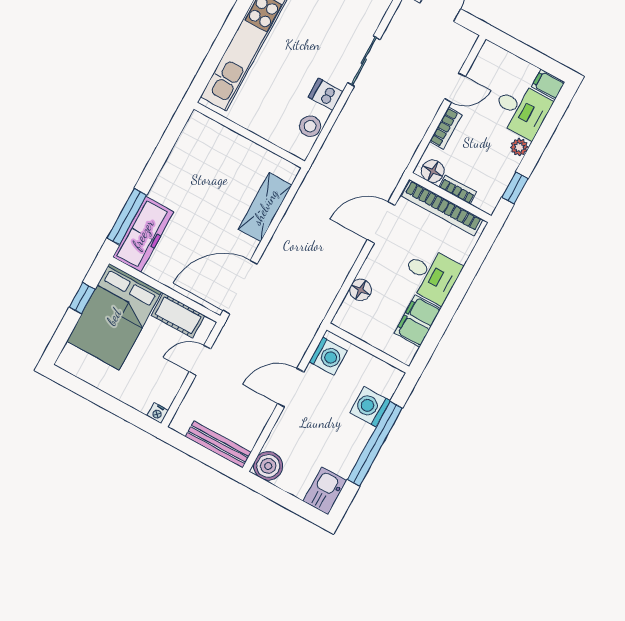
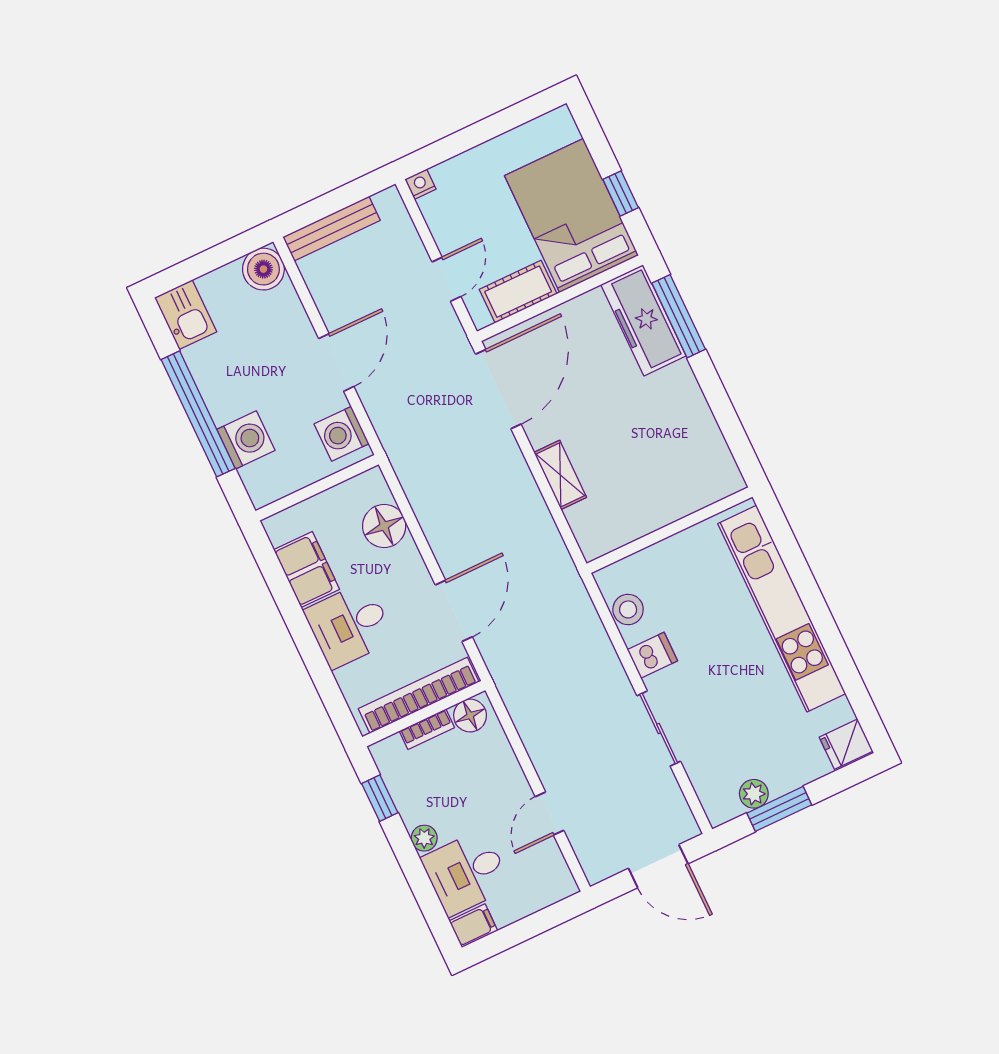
bookcase: (446, 128) -> (510, 768), removed
shelving: (265, 207) -> (560, 475), width x0.67, depth x0.75
floor lamp: (361, 290) -> (384, 526), width x1.38, depth x1.38

